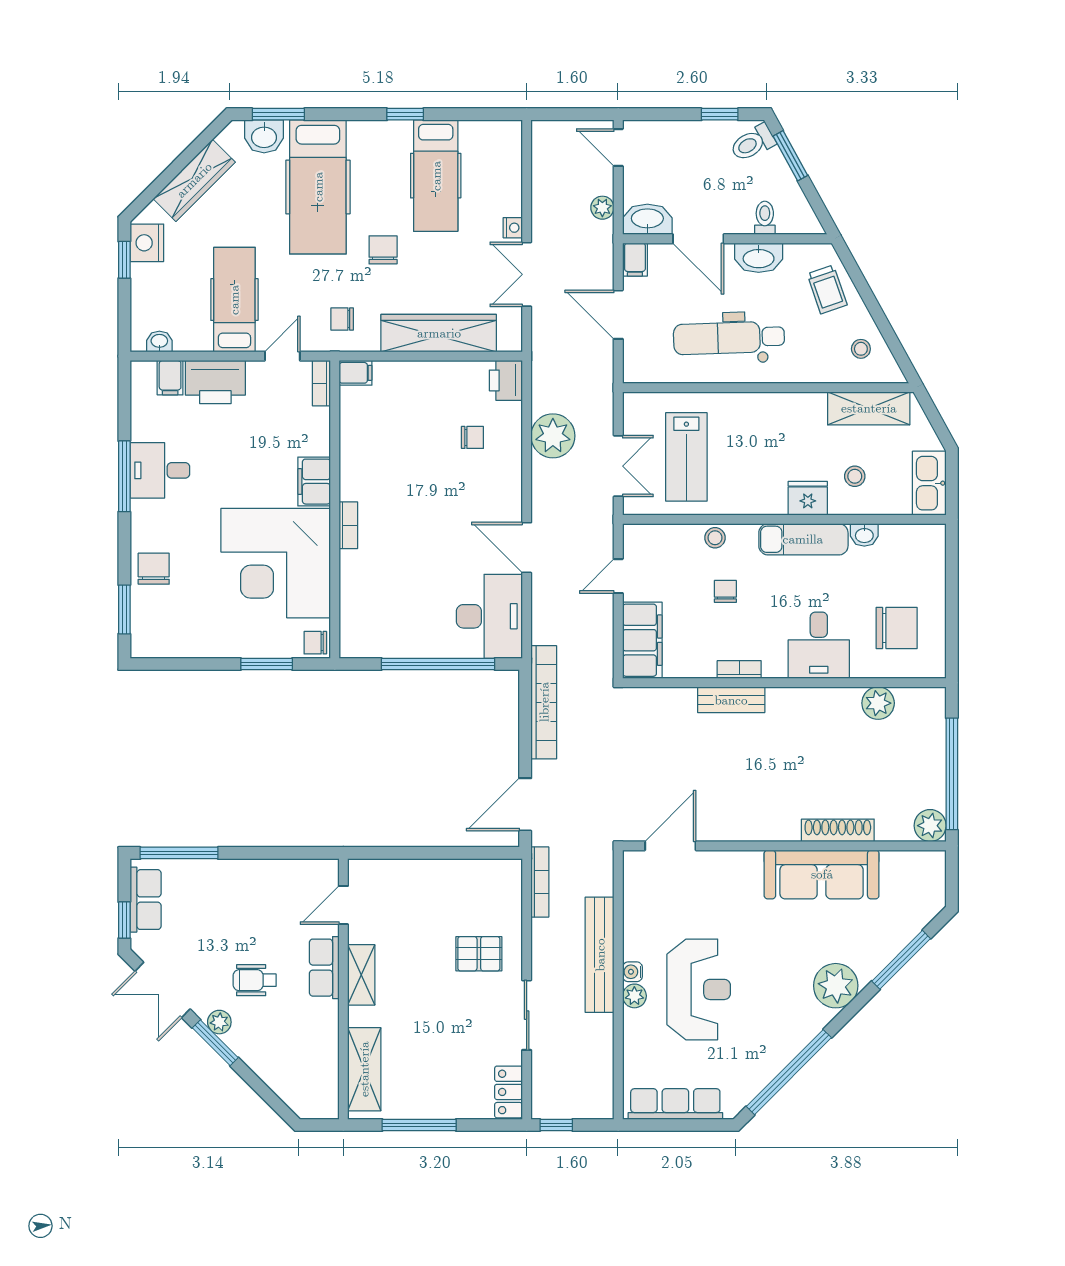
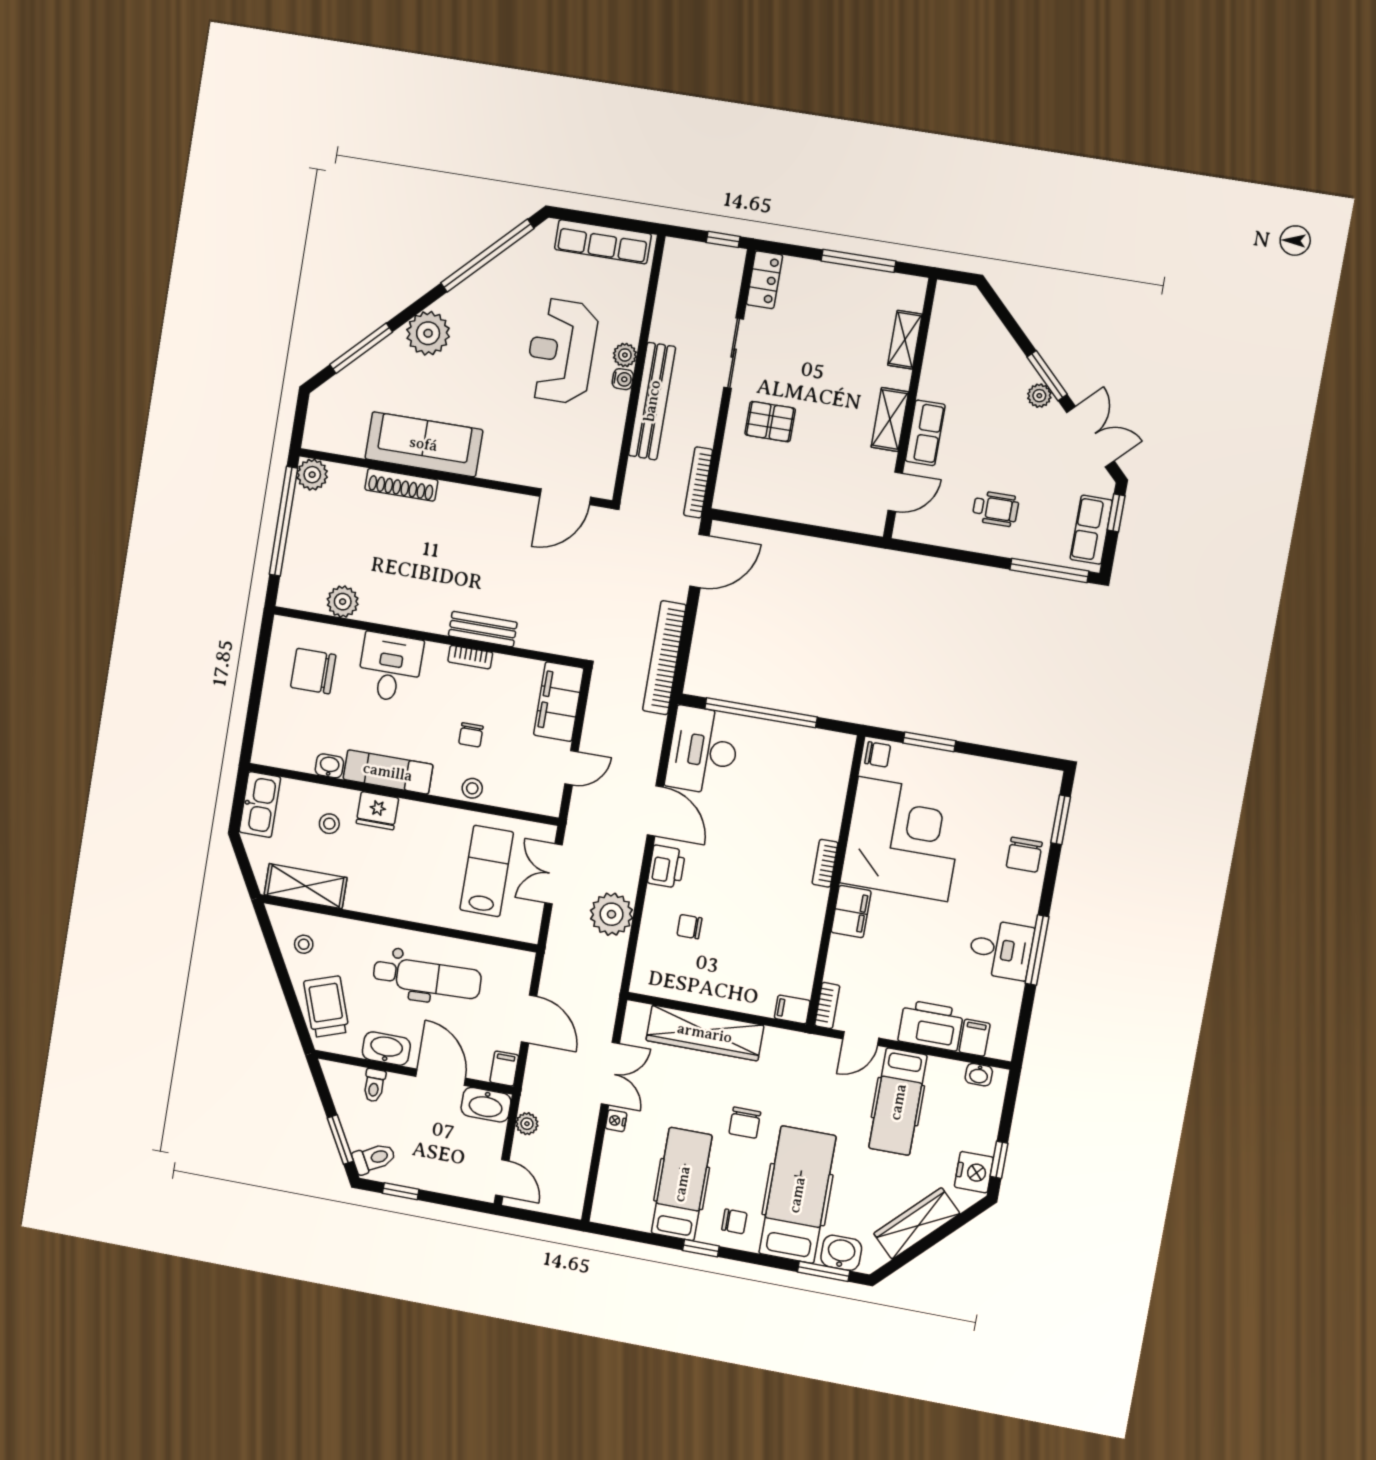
trolley: (827, 289) -> (326, 1007), width x1.36, depth x1.39
chair: (342, 319) -> (734, 1221), moved
printer: (506, 380) -> (667, 867), moved
wheelchair: (255, 980) -> (995, 509), moved
shelving: (364, 1069) -> (905, 340), width x0.67, depth x0.75

